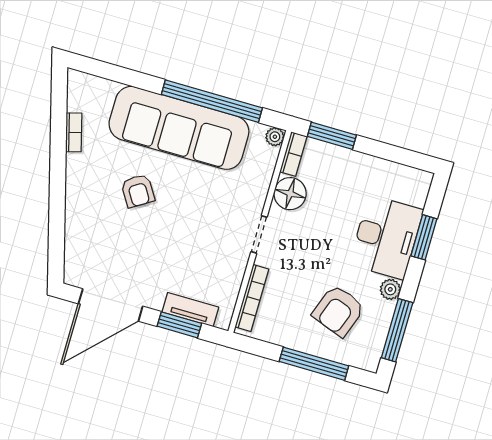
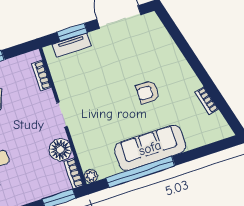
sofa: (179, 128) -> (150, 148), width x0.74, depth x0.79
armchair: (138, 191) -> (148, 92), turned -58
bookcase: (252, 298) -> (41, 76), width x0.64

